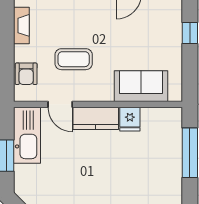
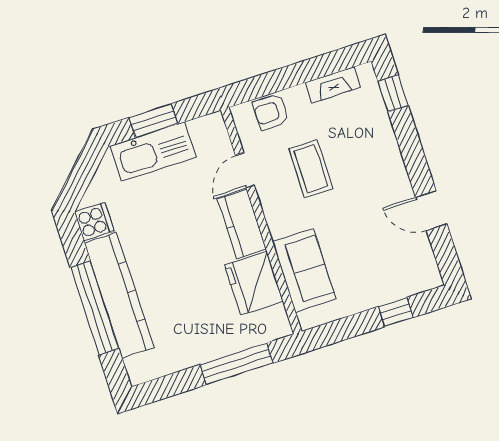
fridge: (130, 119) -> (254, 283), width x1.88, depth x1.34
kitchen sink: (27, 135) -> (153, 152), moved

